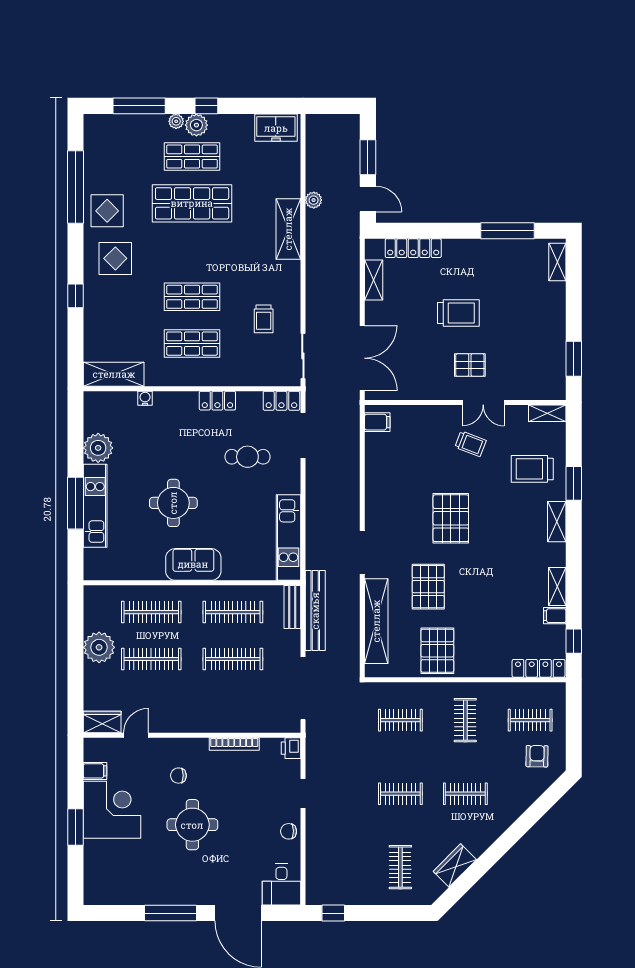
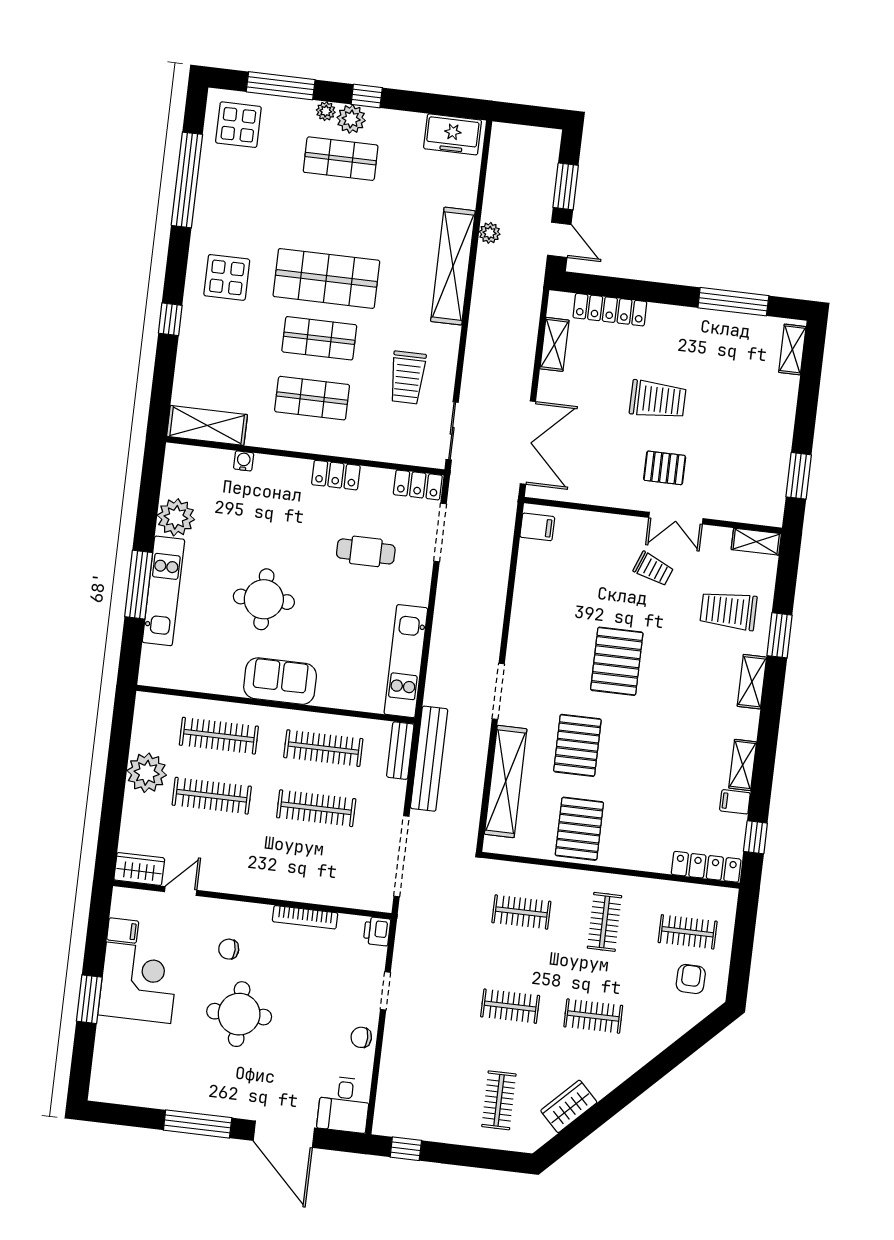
shop shelf: (192, 203) -> (326, 278), moved
display table: (107, 211) -> (238, 125), moved
shelving: (288, 229) -> (453, 266), width x1.47
trolley: (264, 319) -> (407, 377), width x1.36, depth x1.39

